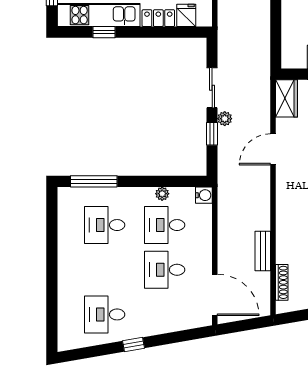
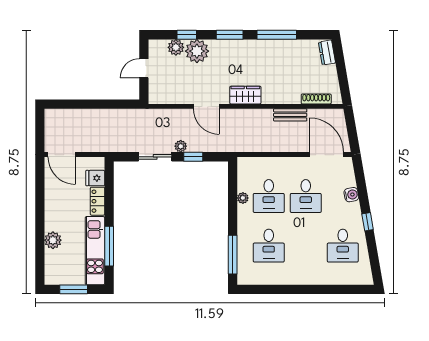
window: (104, 32) -> (109, 246), width x2.17
wardrobe: (287, 98) -> (245, 95), moved
water cooler: (204, 195) -> (351, 195), moved, turned 80
door: (215, 295) -> (327, 155), hinge flipped

